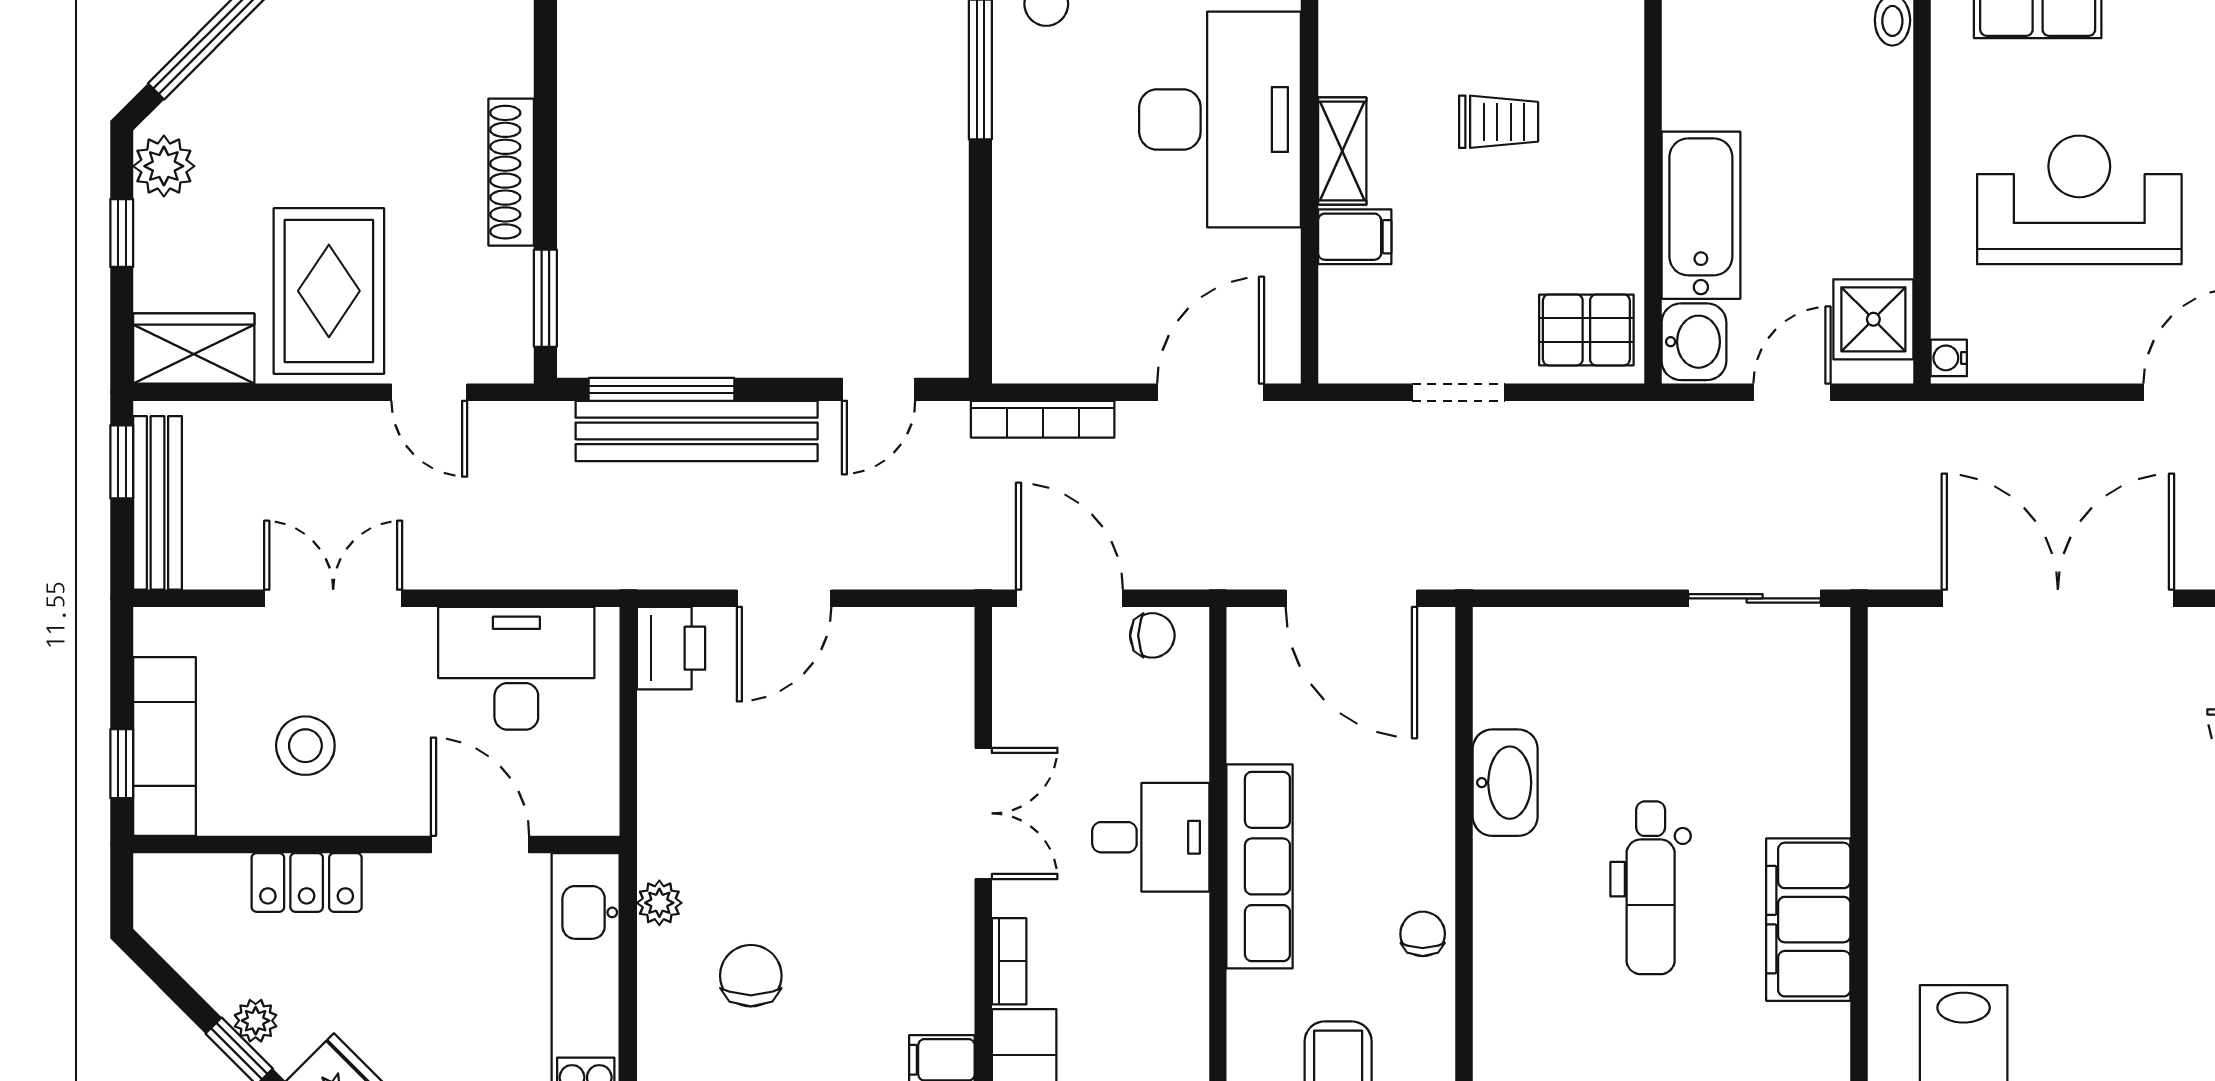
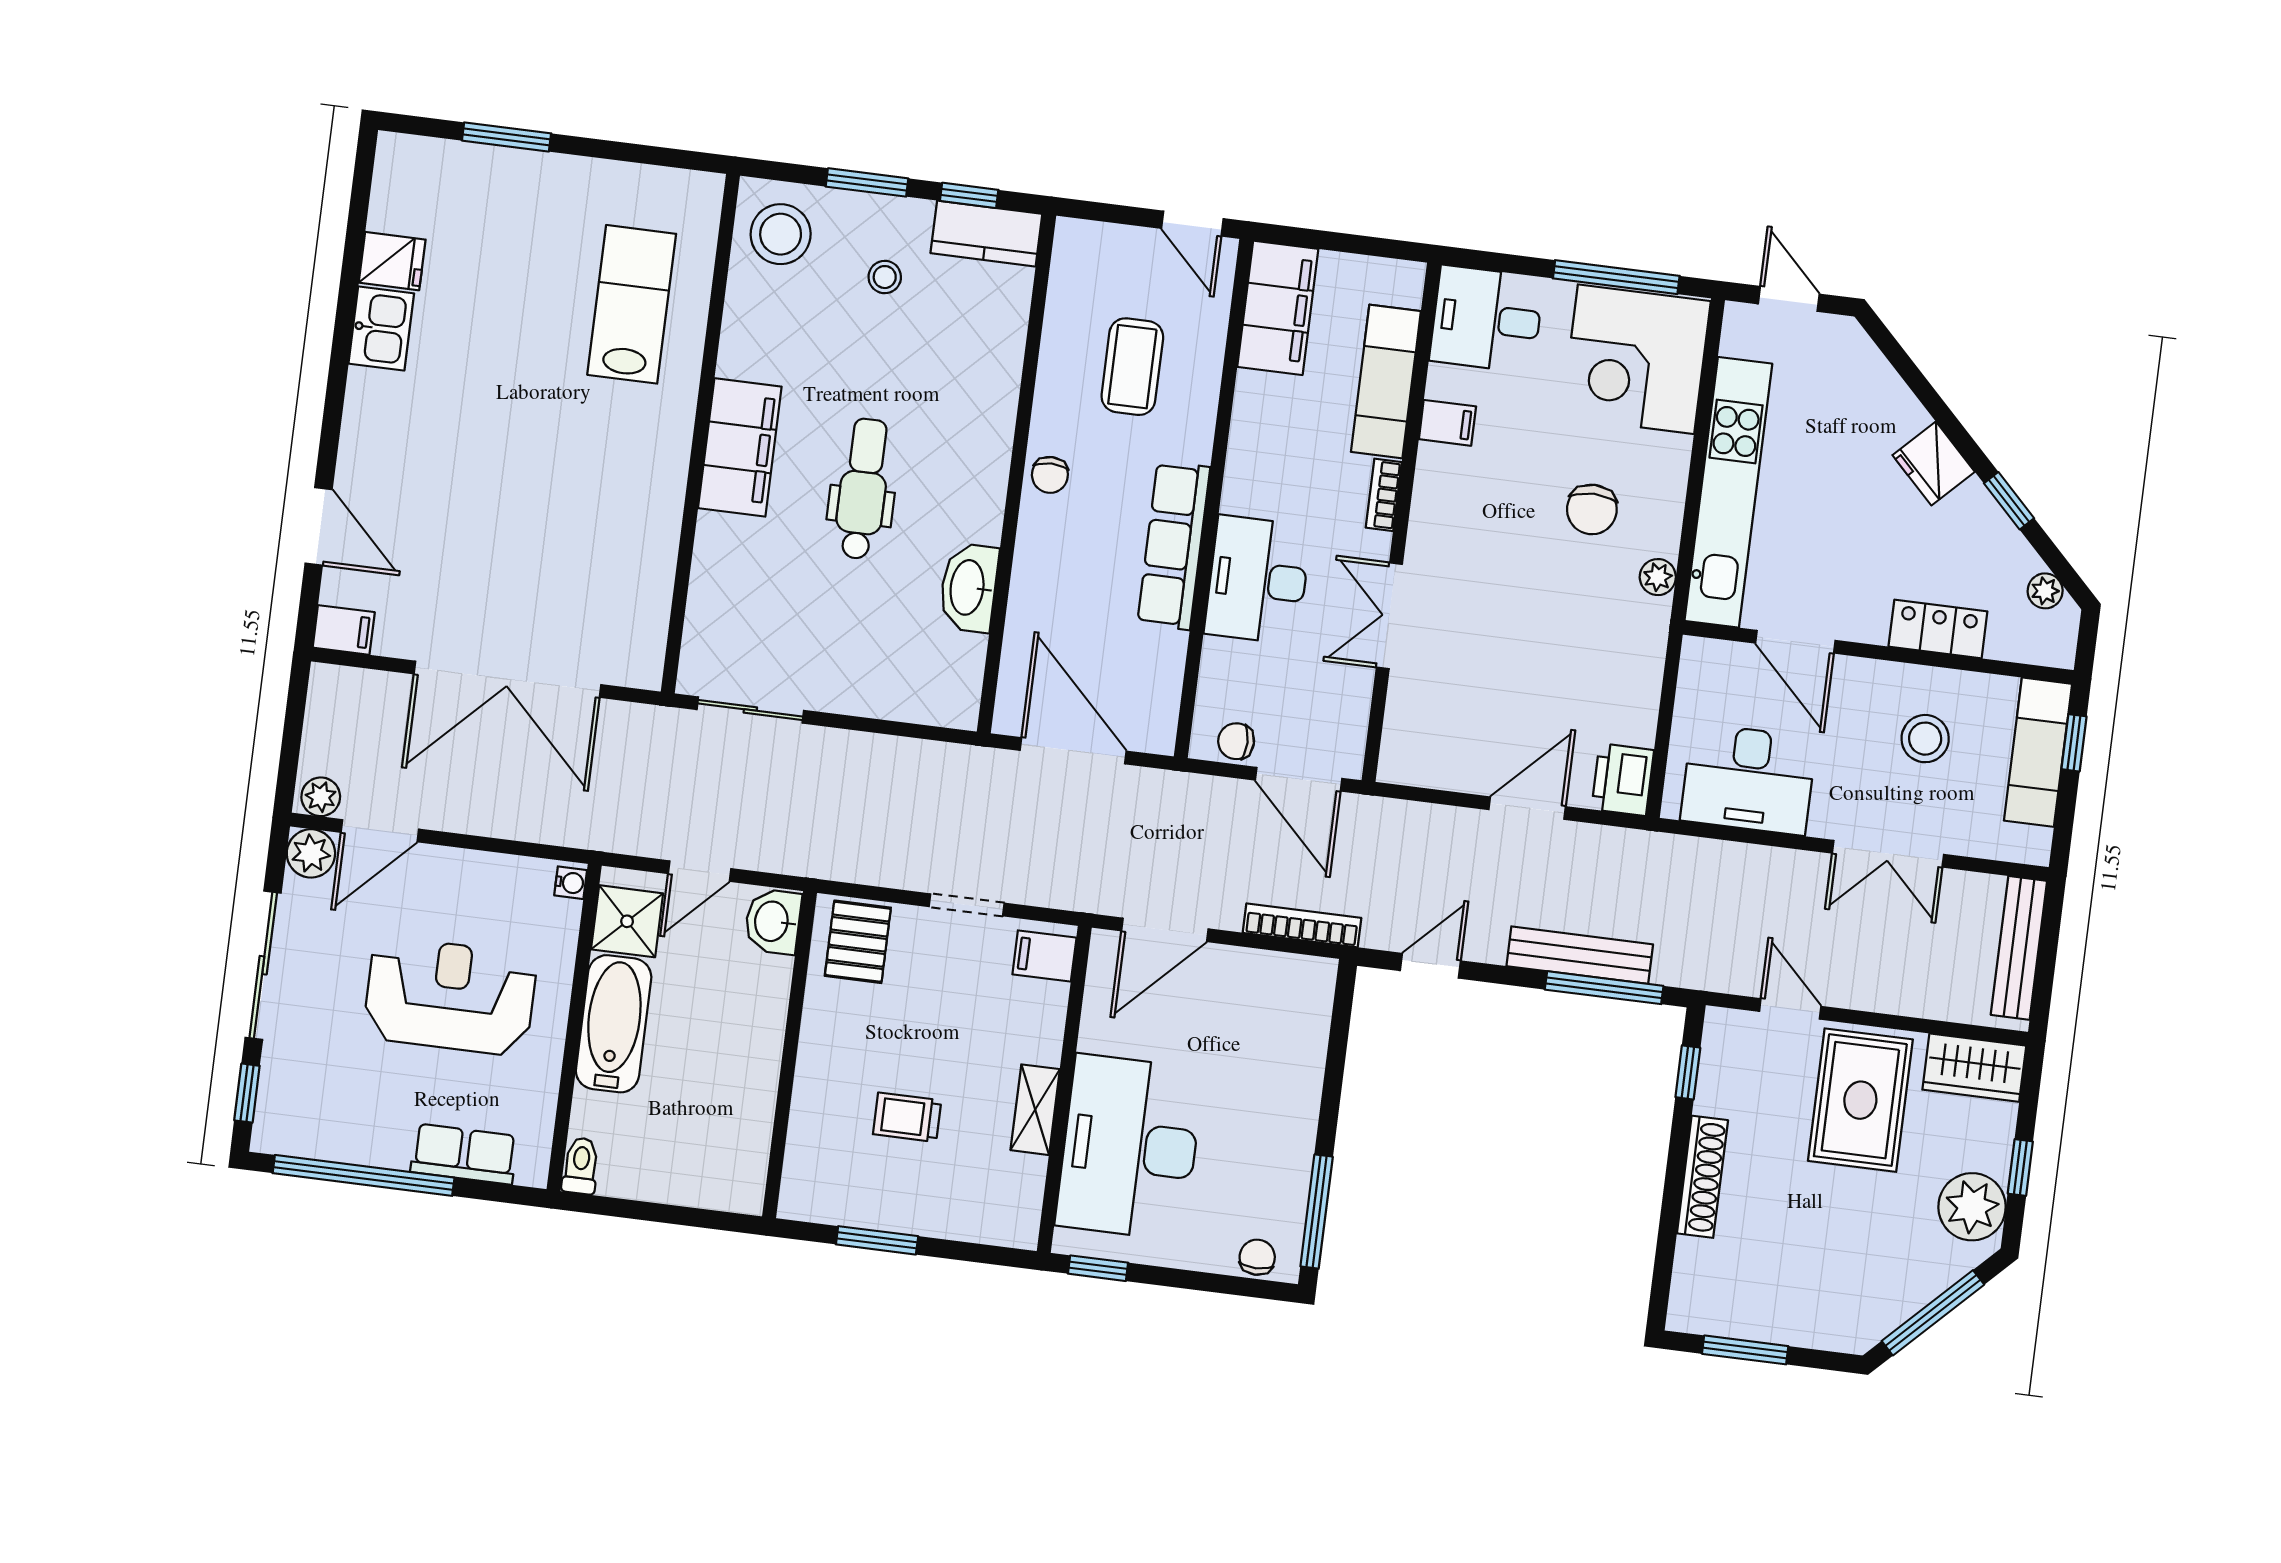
plant: (164, 166) -> (1972, 1207), width x1.36, depth x1.36
reception desk: (2079, 200) -> (450, 996), turned 180
bathtub: (1701, 215) -> (614, 1024), moved, turned 180
filing cabinet: (1355, 237) -> (1044, 956), moved
window: (545, 298) -> (1688, 1072), width x0.67
pallet: (1586, 330) -> (858, 942), turned 90
bench: (697, 431) -> (1580, 955), width x0.73, depth x0.82
window: (122, 462) -> (2043, 984), removed
desk: (1151, 837) -> (1258, 580), width x1.37
plant: (256, 1021) -> (2045, 591), moved

